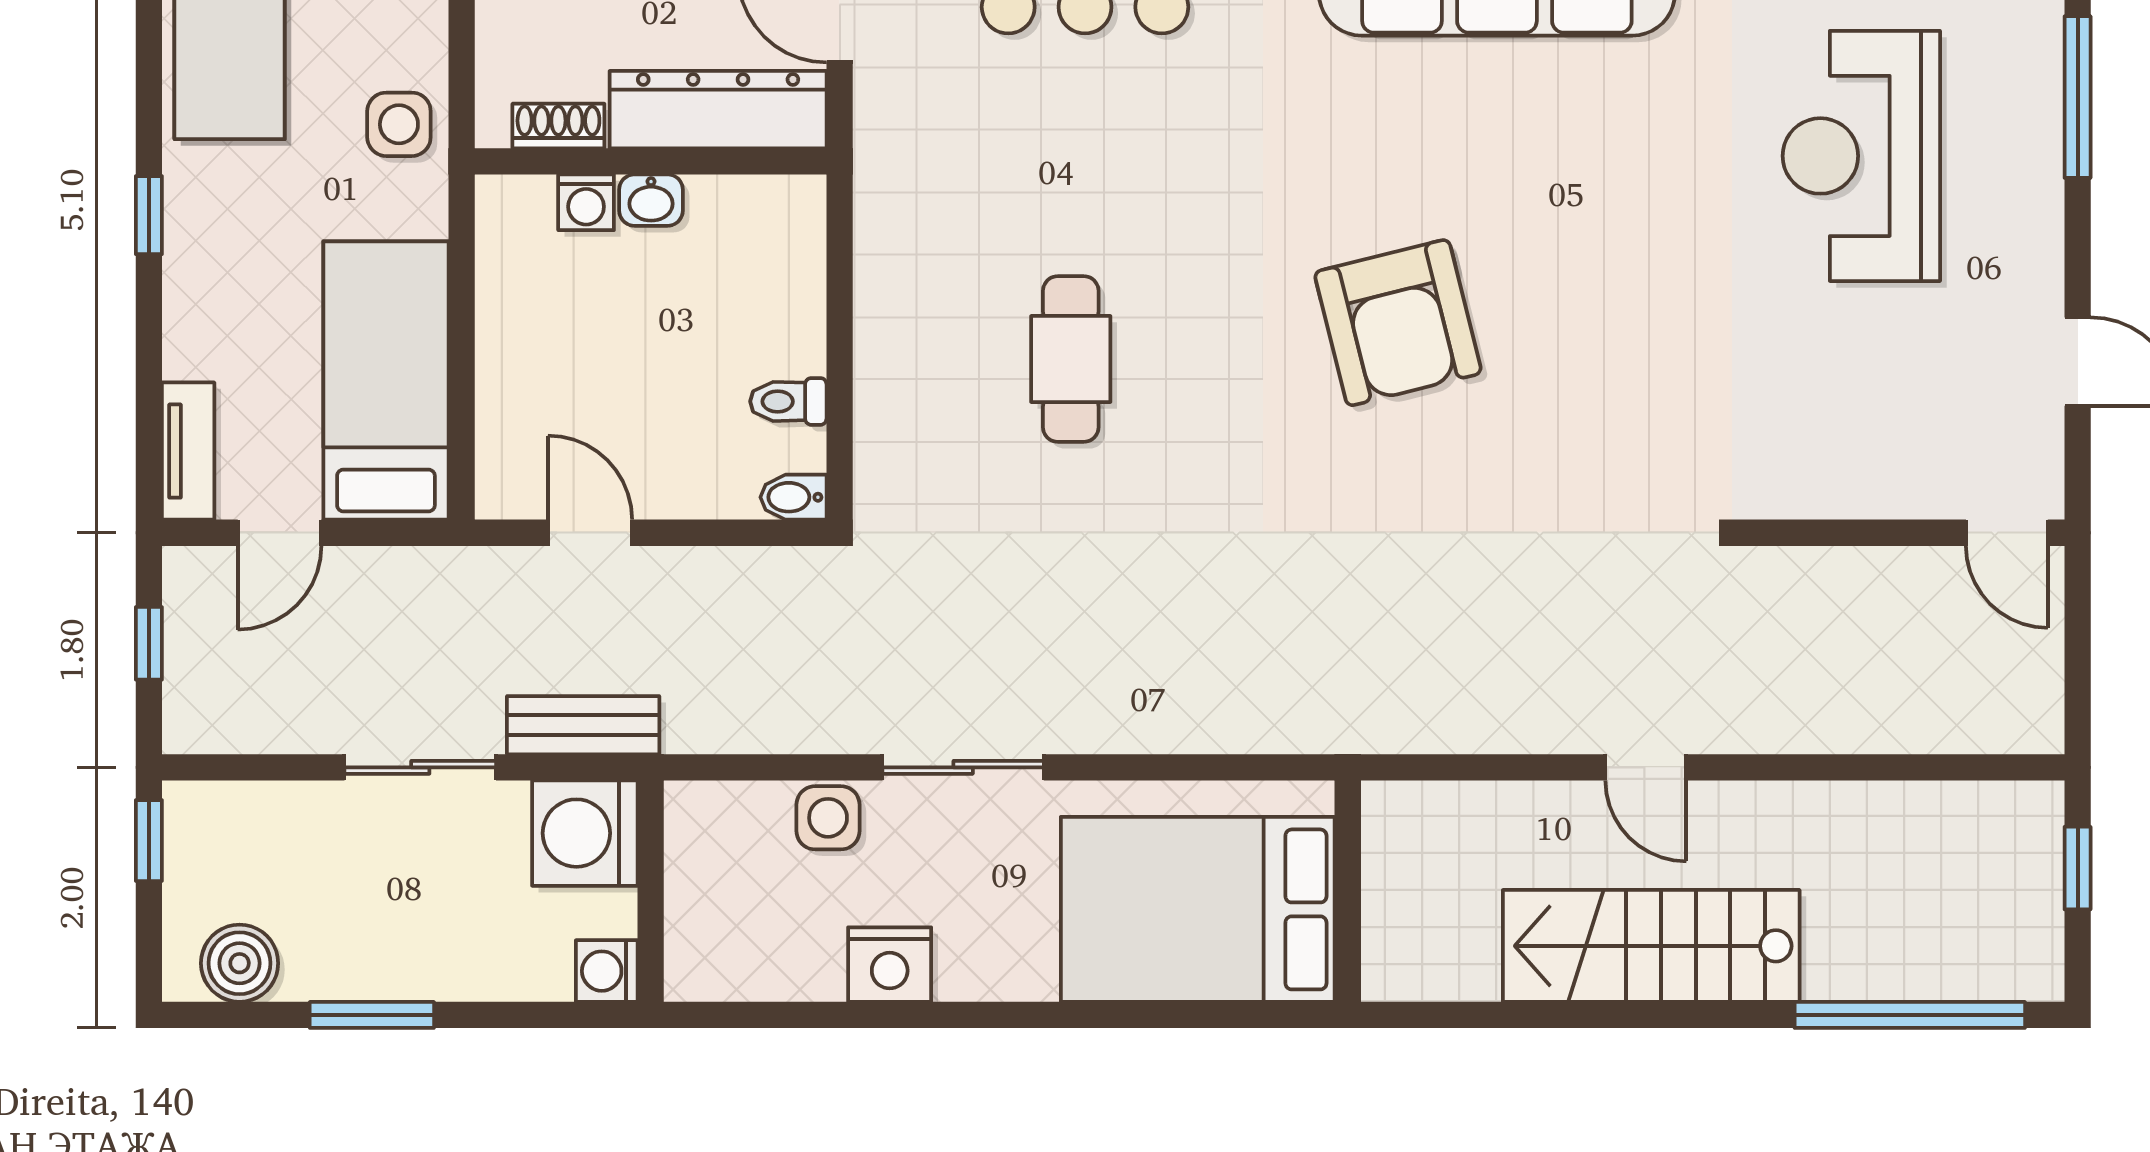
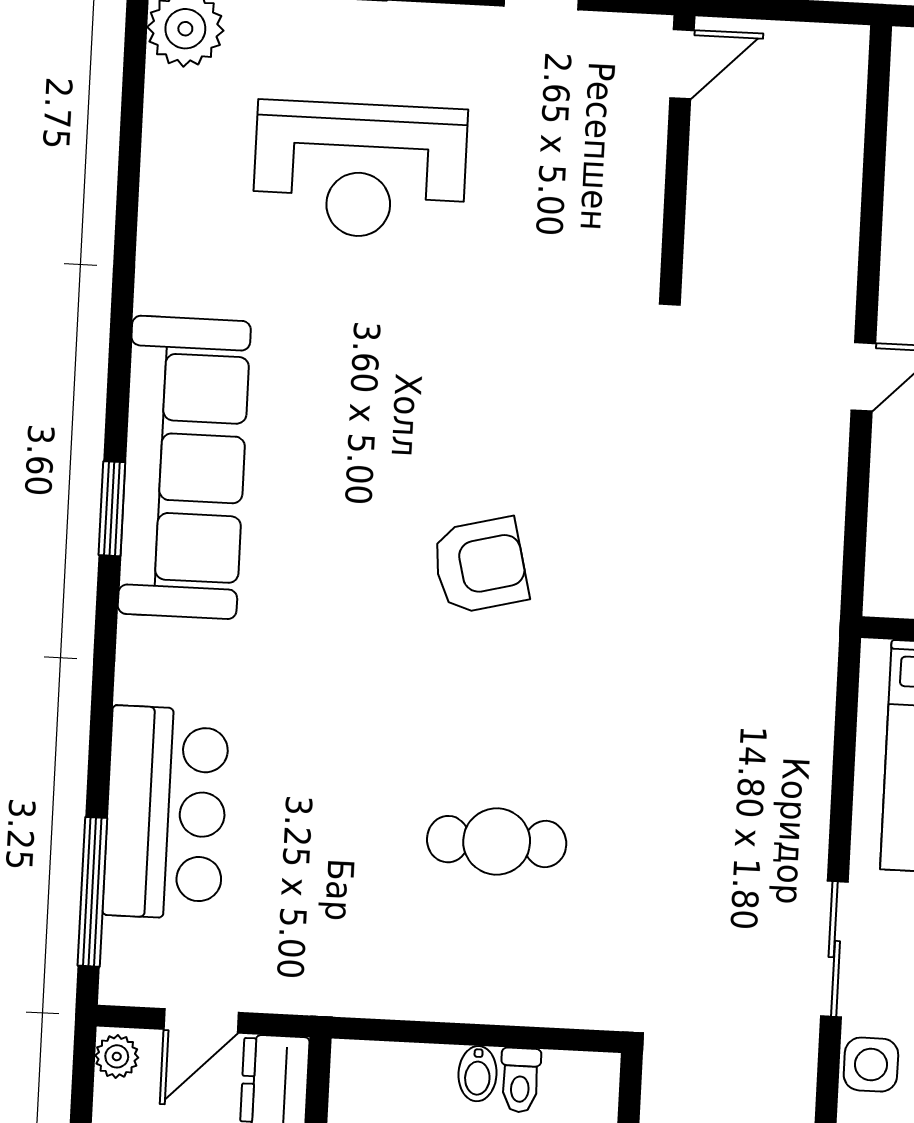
armchair: (1398, 323) -> (480, 566), width x0.73, depth x0.73
bidet: (793, 497) -> (478, 1074), moved

